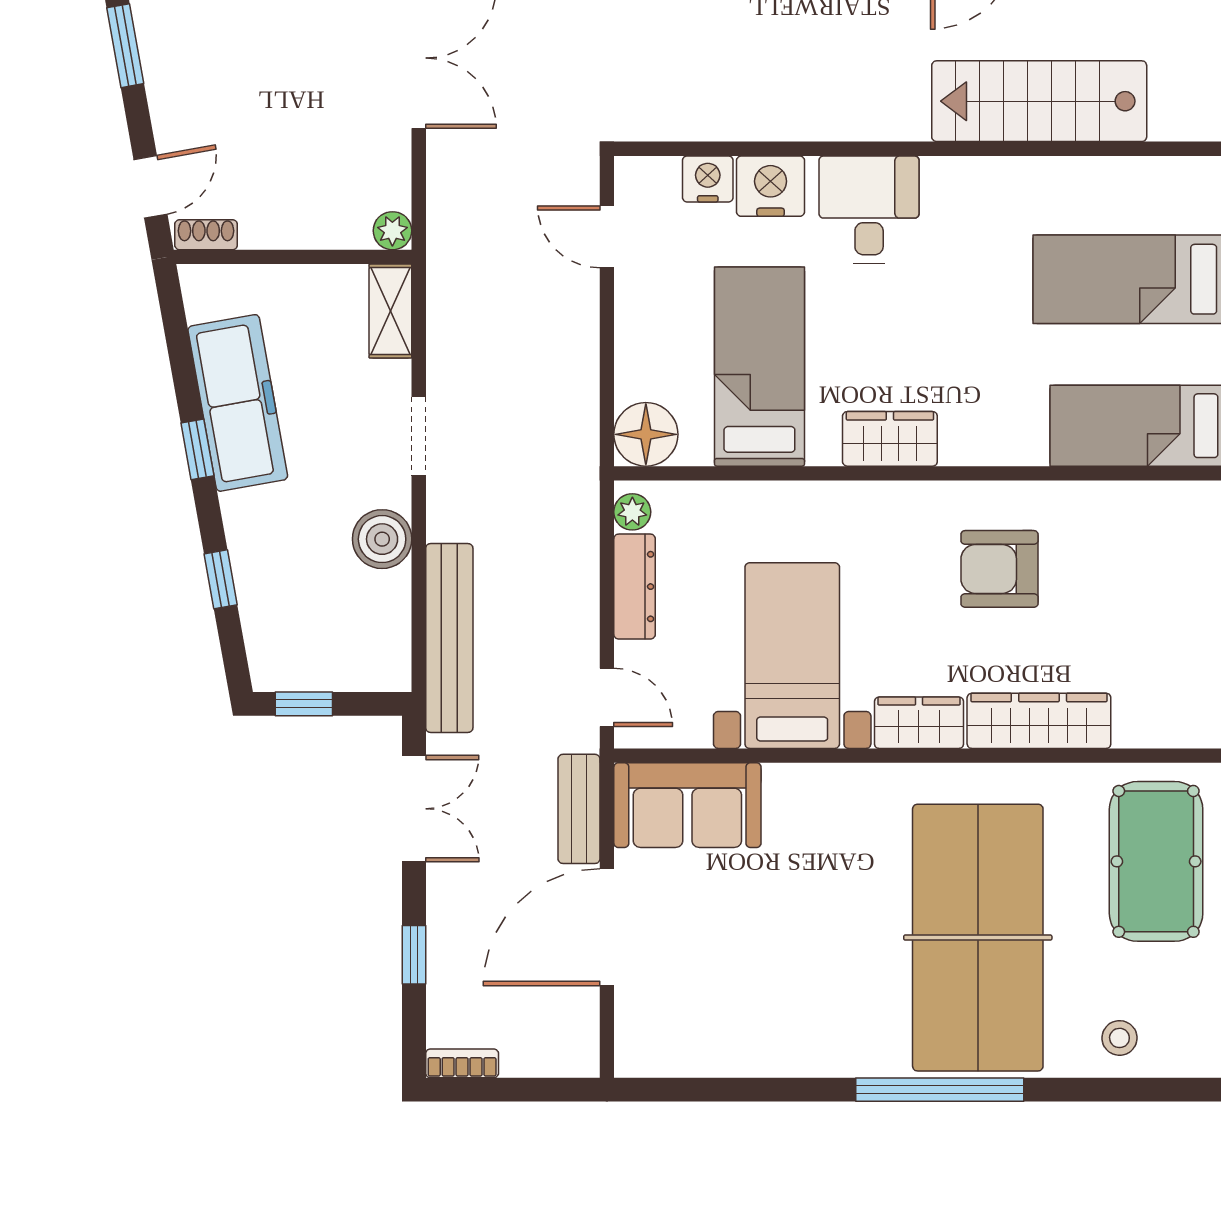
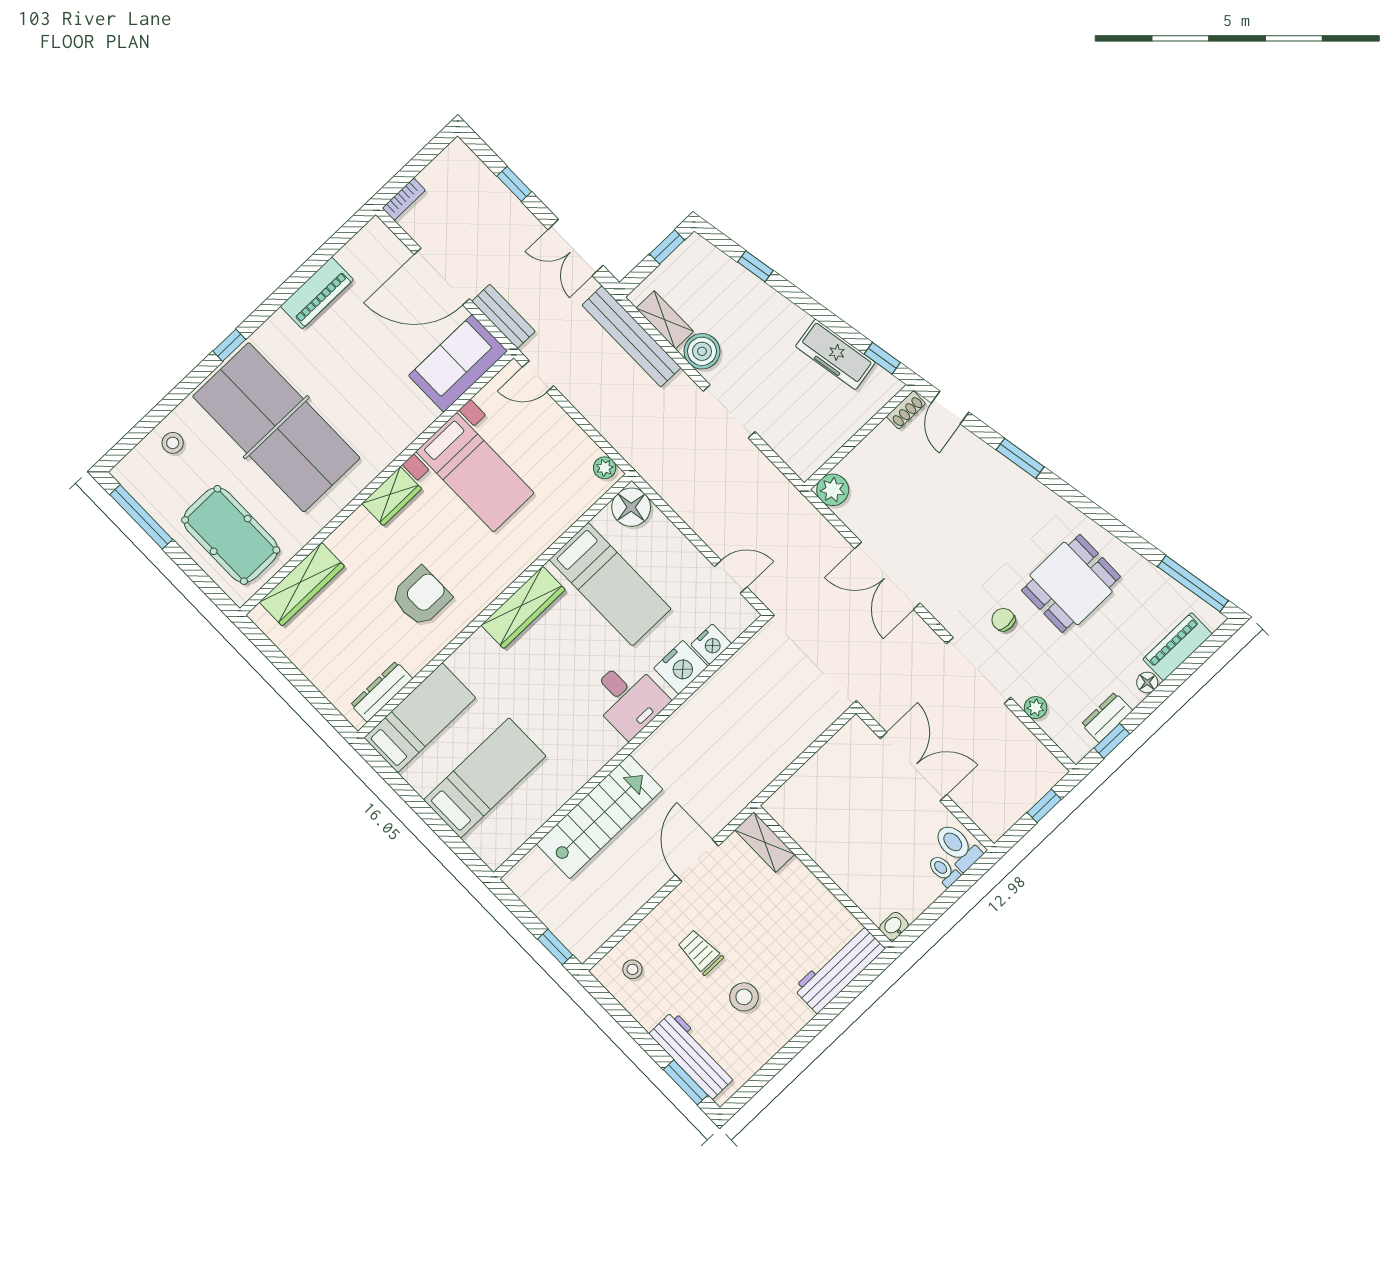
plant: (392, 231) -> (833, 490), width x1.38, depth x1.38
shelving: (390, 311) -> (665, 320), moved
freezer: (238, 403) -> (835, 354), width x0.73, depth x0.79
doorway: (419, 436) -> (729, 411), width x1.38
wardrobe: (890, 439) -> (523, 607), width x1.50
window: (197, 449) -> (882, 358), moved
dresser: (635, 587) -> (382, 692), moved, turned 90
wardrobe: (1039, 721) -> (302, 584), moved
door: (607, 927) -> (442, 277), swing flipped
piano: (775, 1051) -> (317, 293), added
bookcase: (462, 1063) -> (404, 199), moved
window: (940, 1090) -> (229, 345), width x0.32

